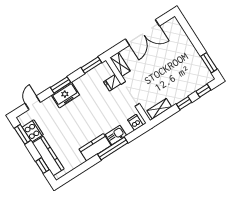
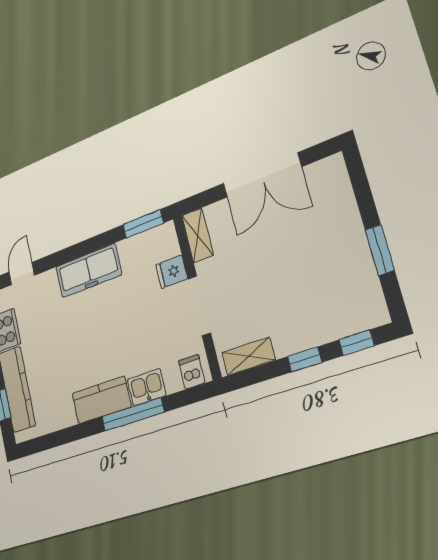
window: (209, 63) -> (380, 250), moved
window: (60, 85) -> (77, 251), removed
freezer: (65, 95) -> (88, 271), width x1.40

